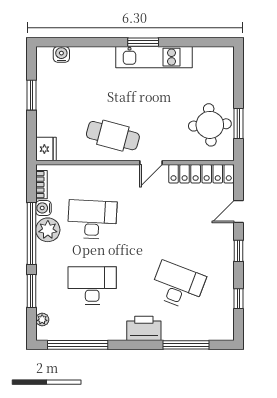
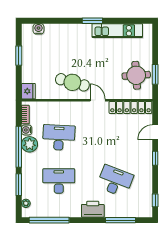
kitchen unit: (154, 57) -> (117, 31), moved
door: (151, 163) -> (98, 100), swing flipped
window: (239, 299) -> (155, 200), moved

